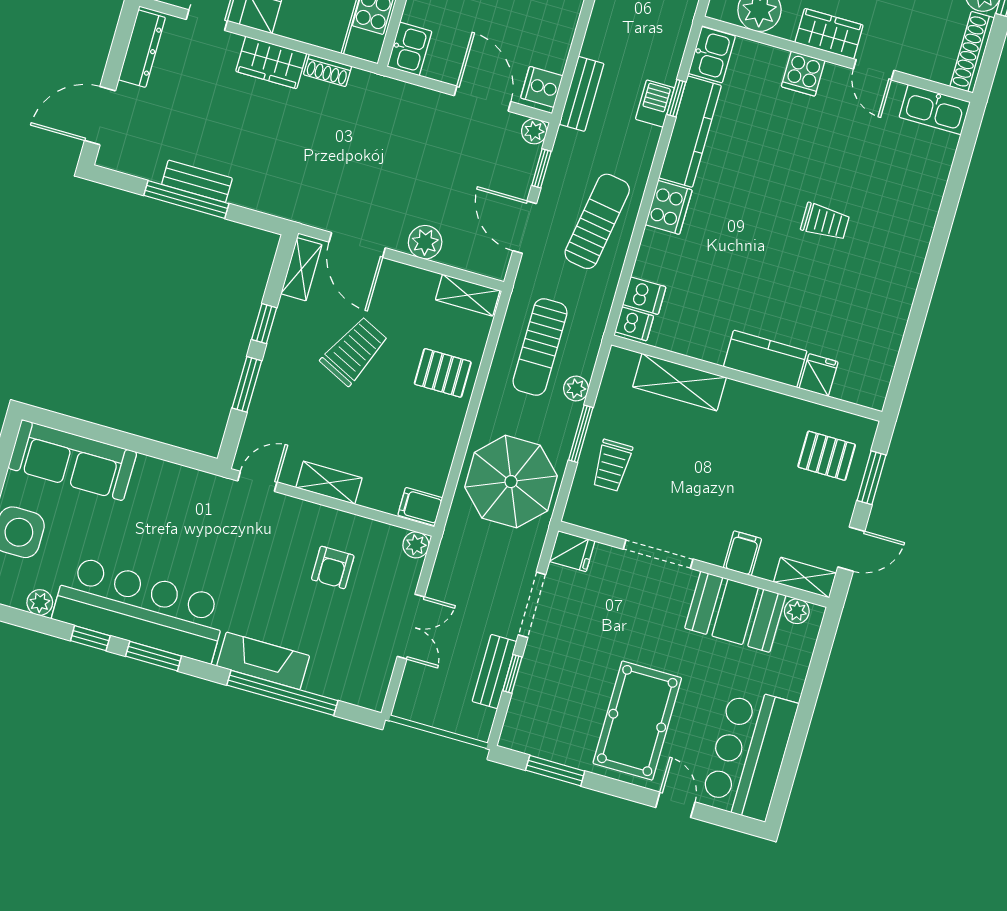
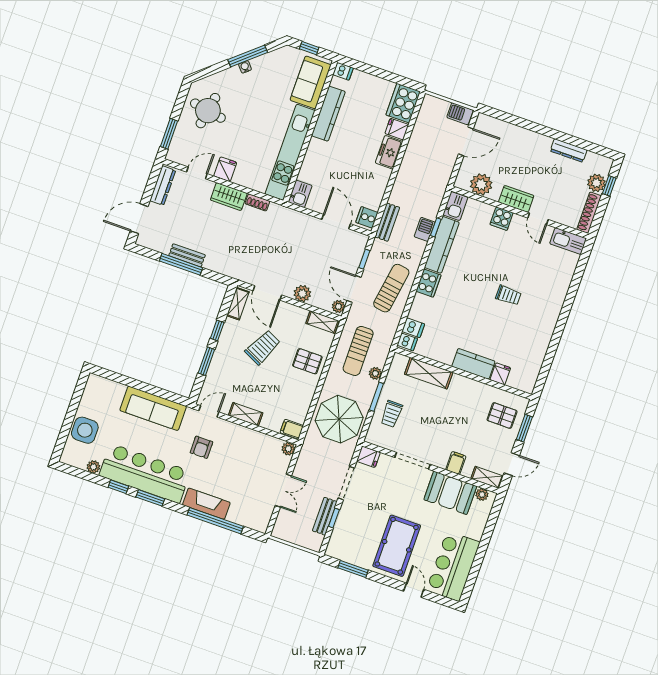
plant: (534, 131) -> (338, 306), moved
sofa: (72, 460) -> (153, 408), moved
armchair: (333, 567) -> (201, 447), moved

